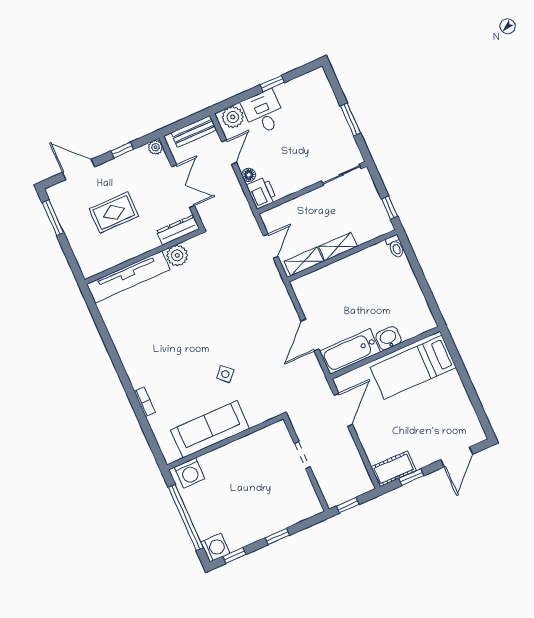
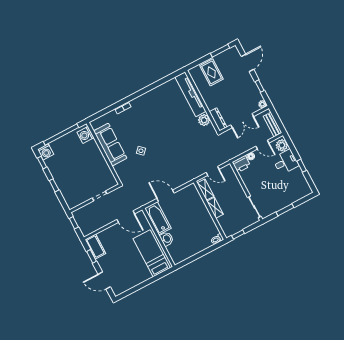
rug: (114, 212) -> (212, 72), moved

